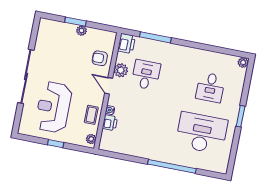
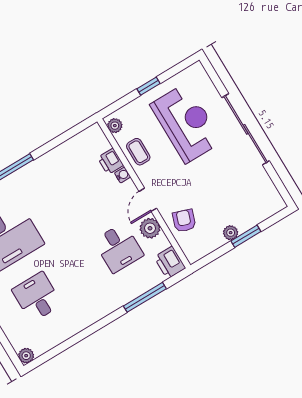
armchair: (100, 58) -> (184, 221), turned -71
door: (109, 86) -> (148, 200), swing flipped

